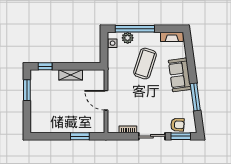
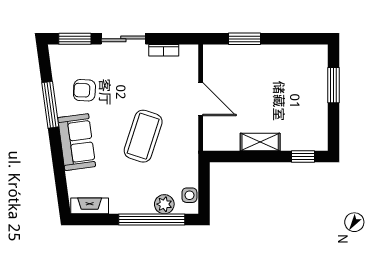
coffee table: (145, 64) -> (143, 136), moved
window: (27, 90) -> (334, 85), moved
armchair: (177, 125) -> (84, 90), moved

